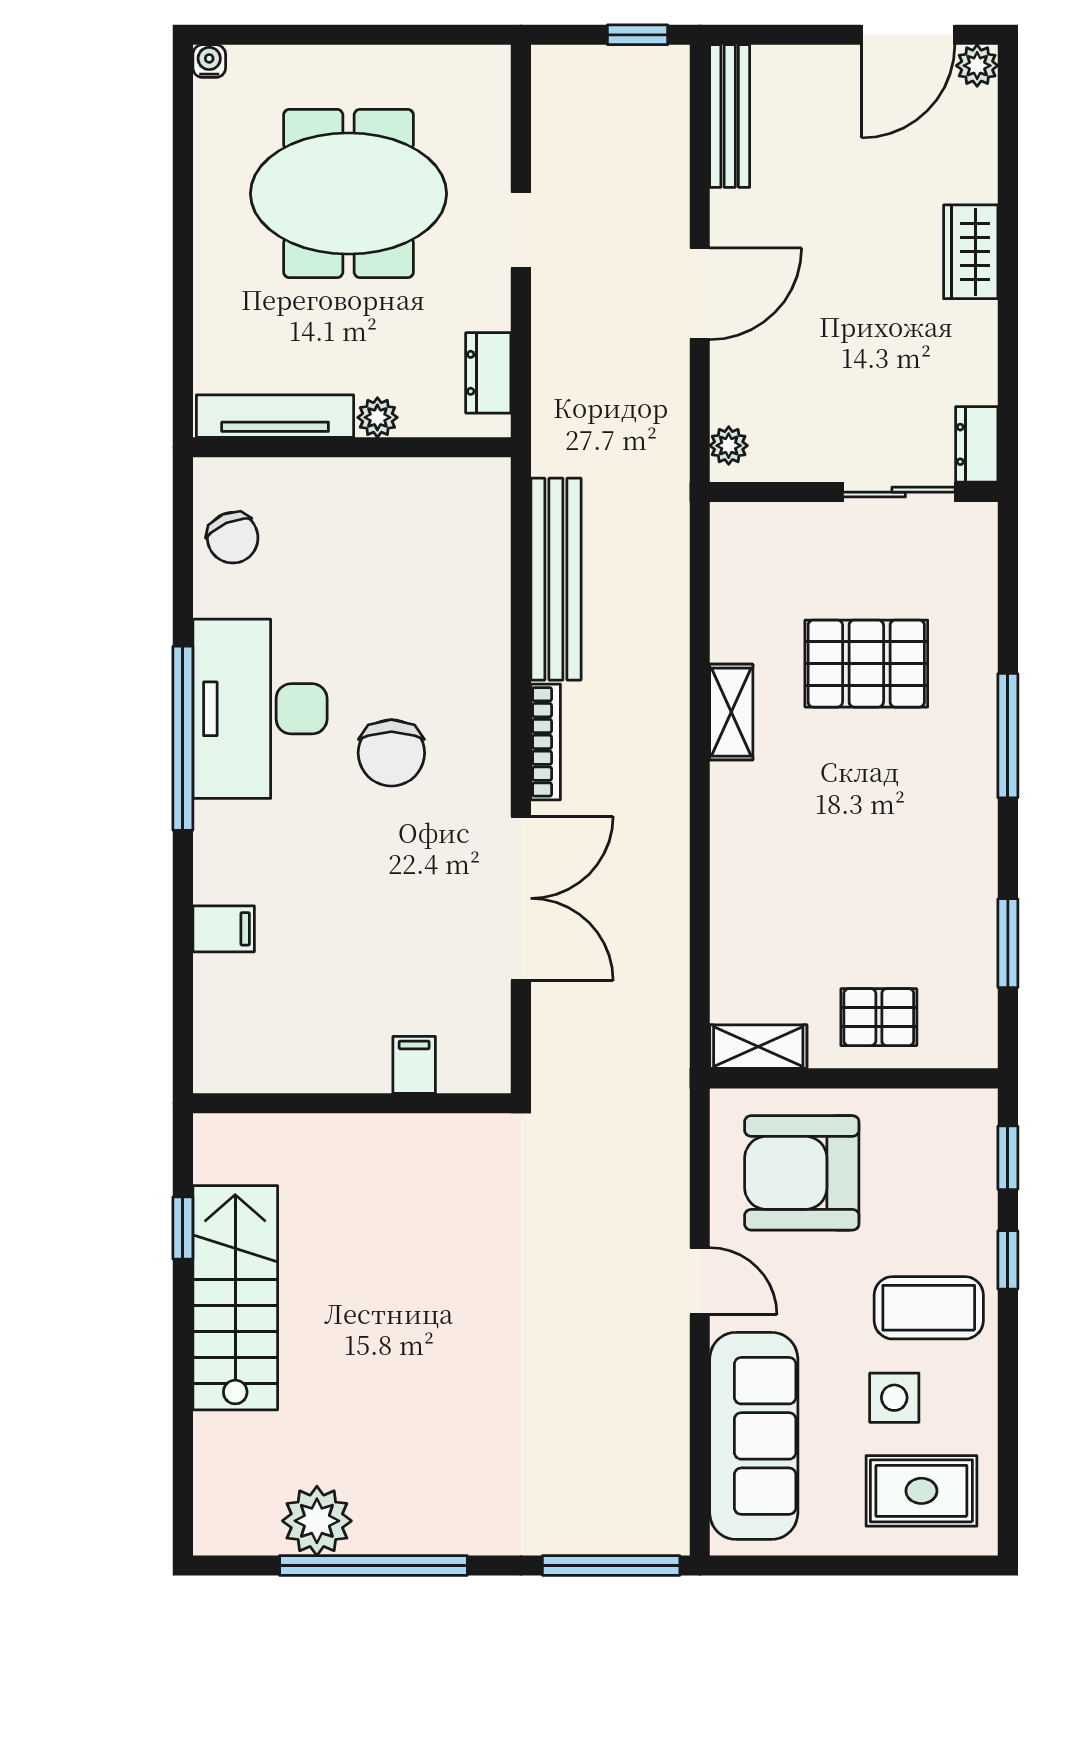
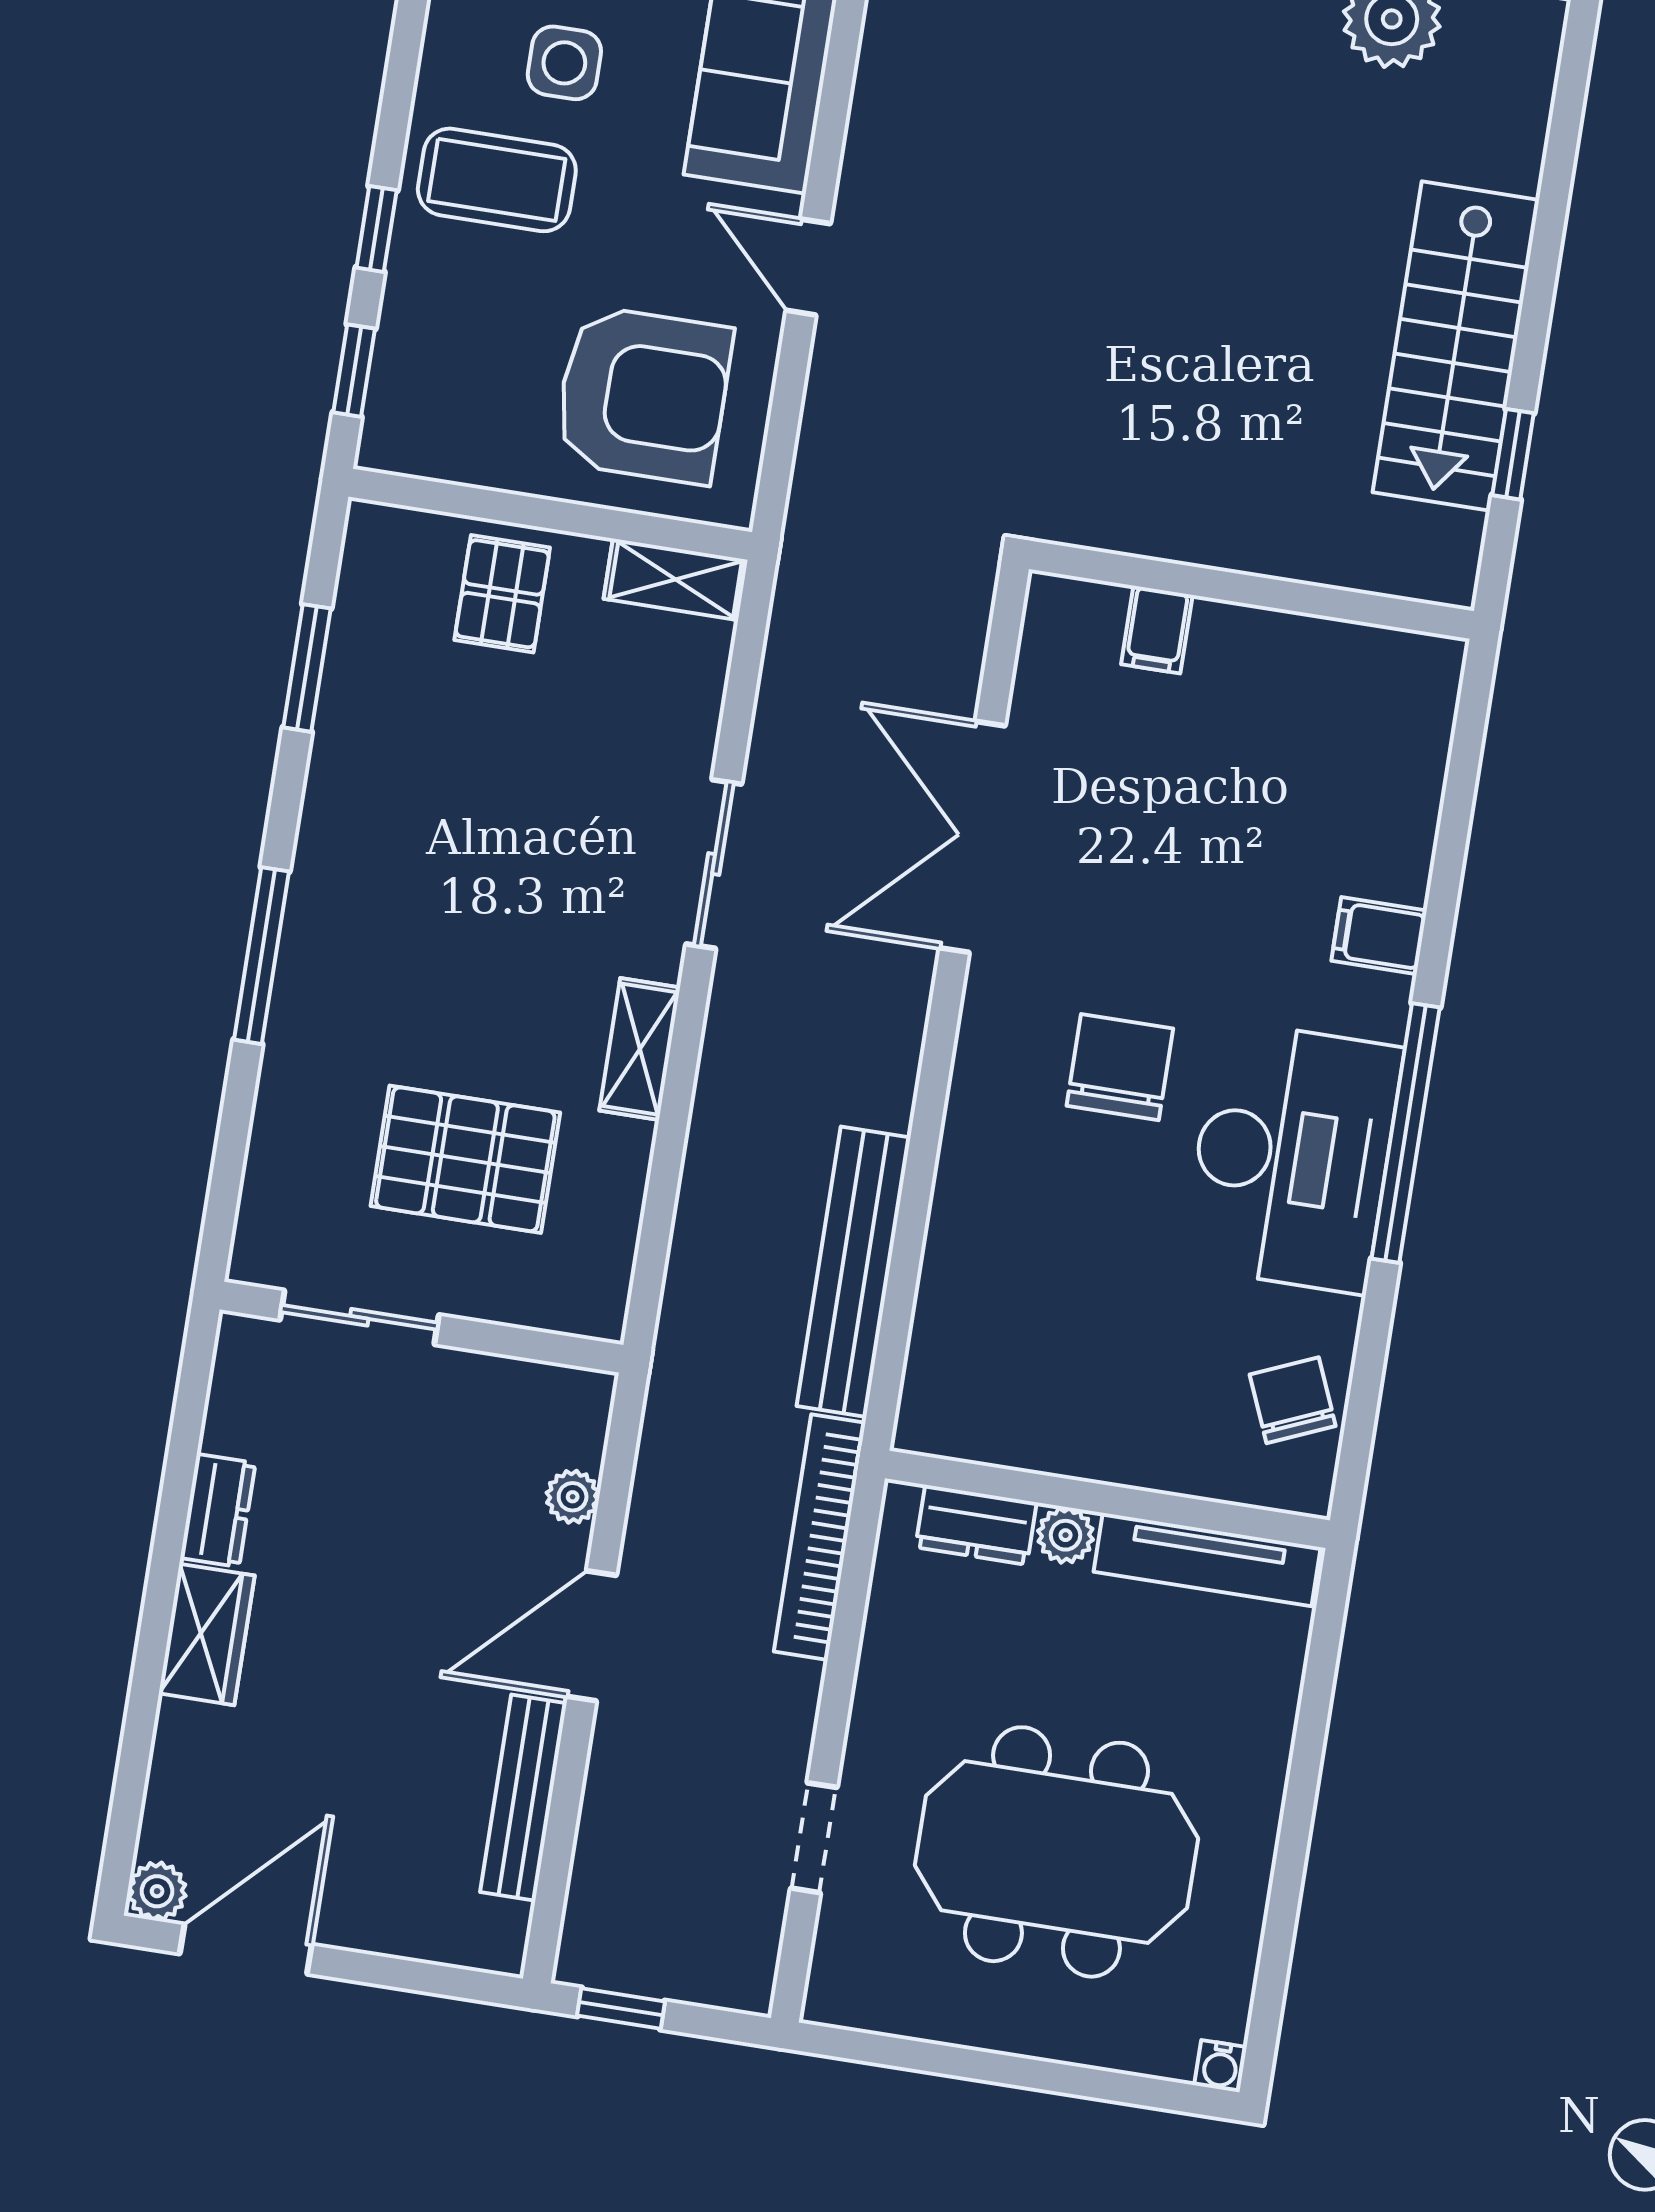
bench: (730, 116) -> (523, 1798), moved
doorway: (521, 230) -> (814, 1838), moved
dresser: (488, 373) -> (976, 1525), moved, turned 90
dresser: (977, 444) -> (218, 1510), moved
plant: (729, 446) -> (573, 1497), moved
pallet: (866, 664) -> (465, 1159), moved
bookcase: (546, 742) -> (820, 1537), moved, width x1.48, depth x1.31
sliding door: (700, 851) -> (714, 864), added
filing cabinet: (224, 929) -> (1379, 936), moved
pallet: (879, 1017) -> (502, 594), turned 90

